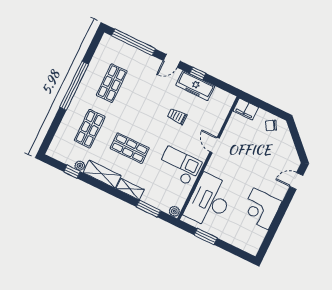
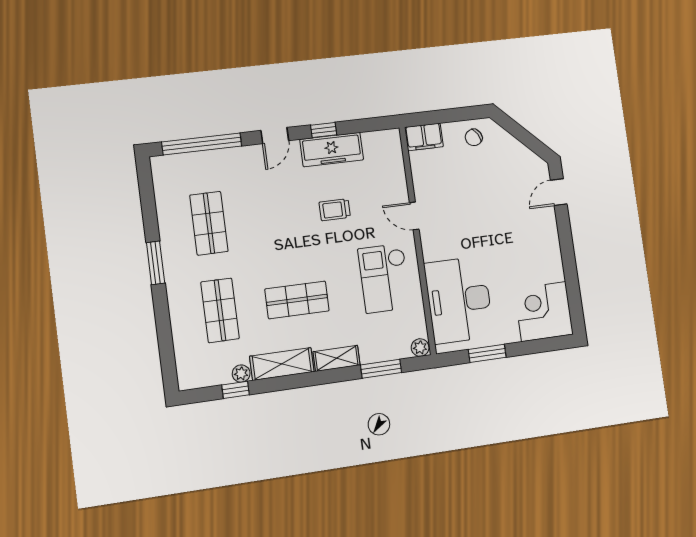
window: (74, 86) -> (156, 263), width x0.47
checkout: (179, 166) -> (385, 278), turned -90
corner desk: (261, 209) -> (544, 312), moved, turned 90

